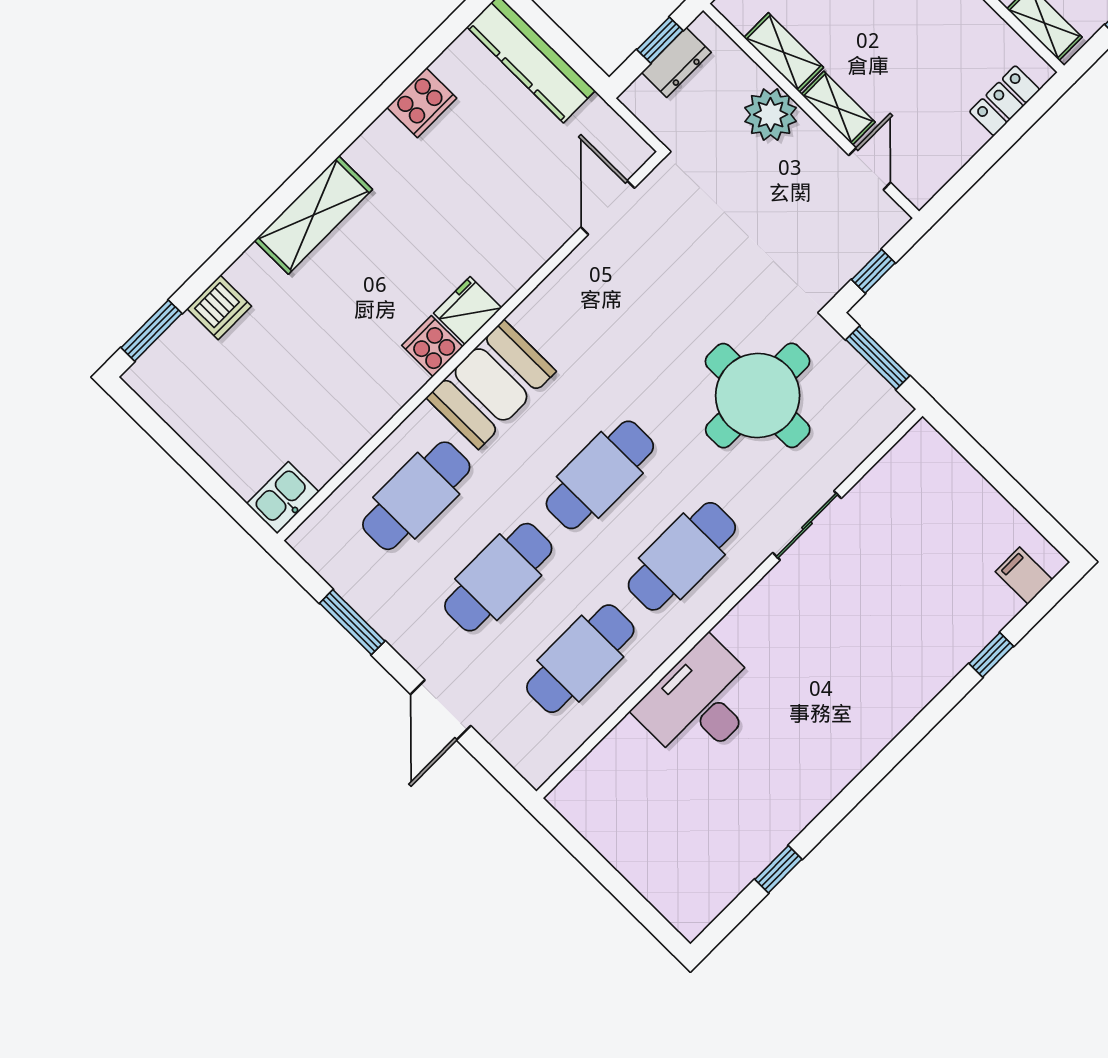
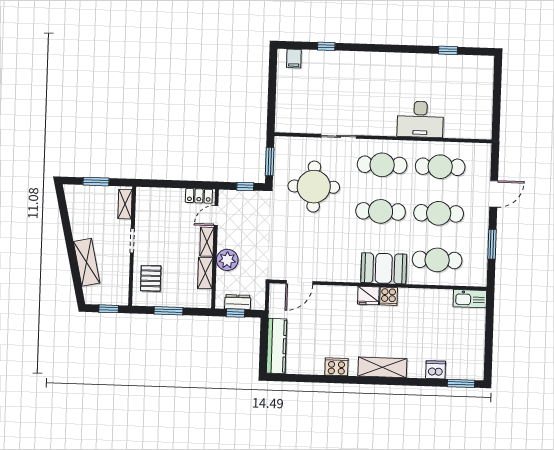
locker: (1005, 101) -> (199, 196), moved
cooker: (422, 103) -> (336, 367), moved
kitchen sink: (283, 498) -> (470, 299), width x1.38

